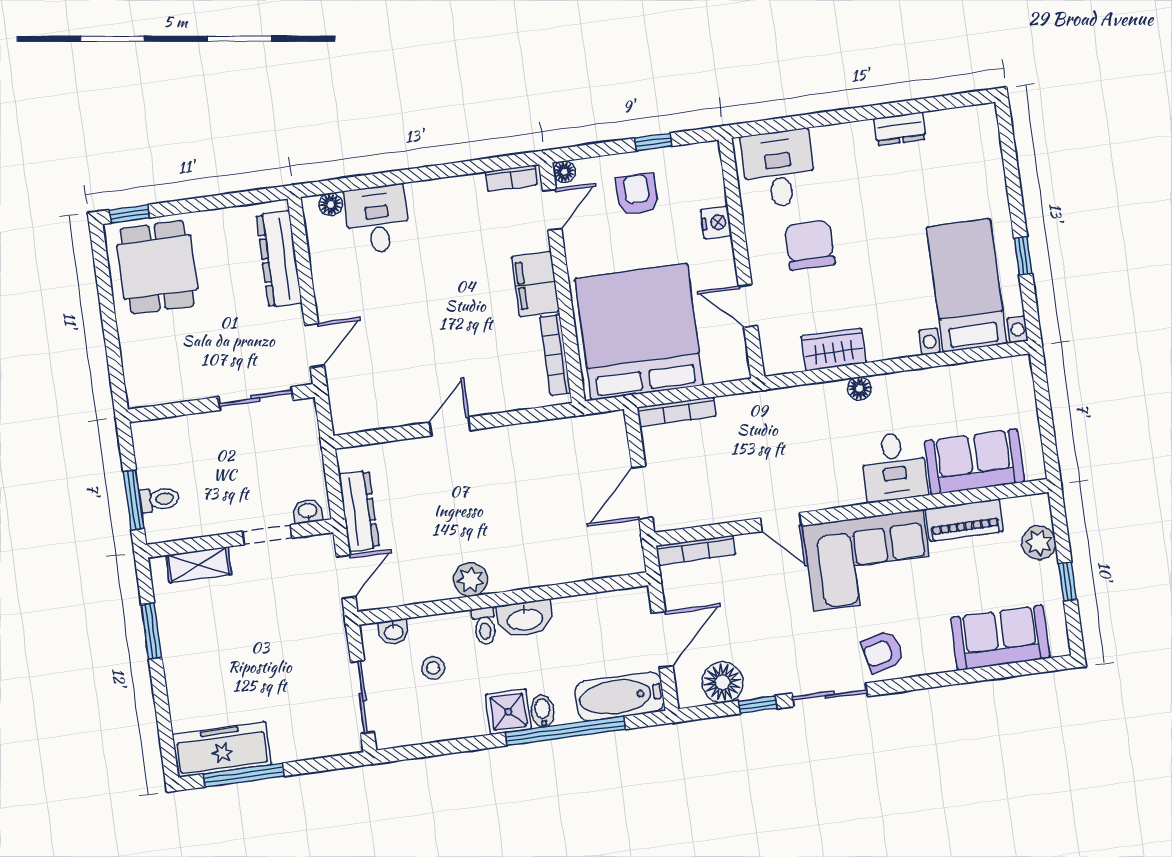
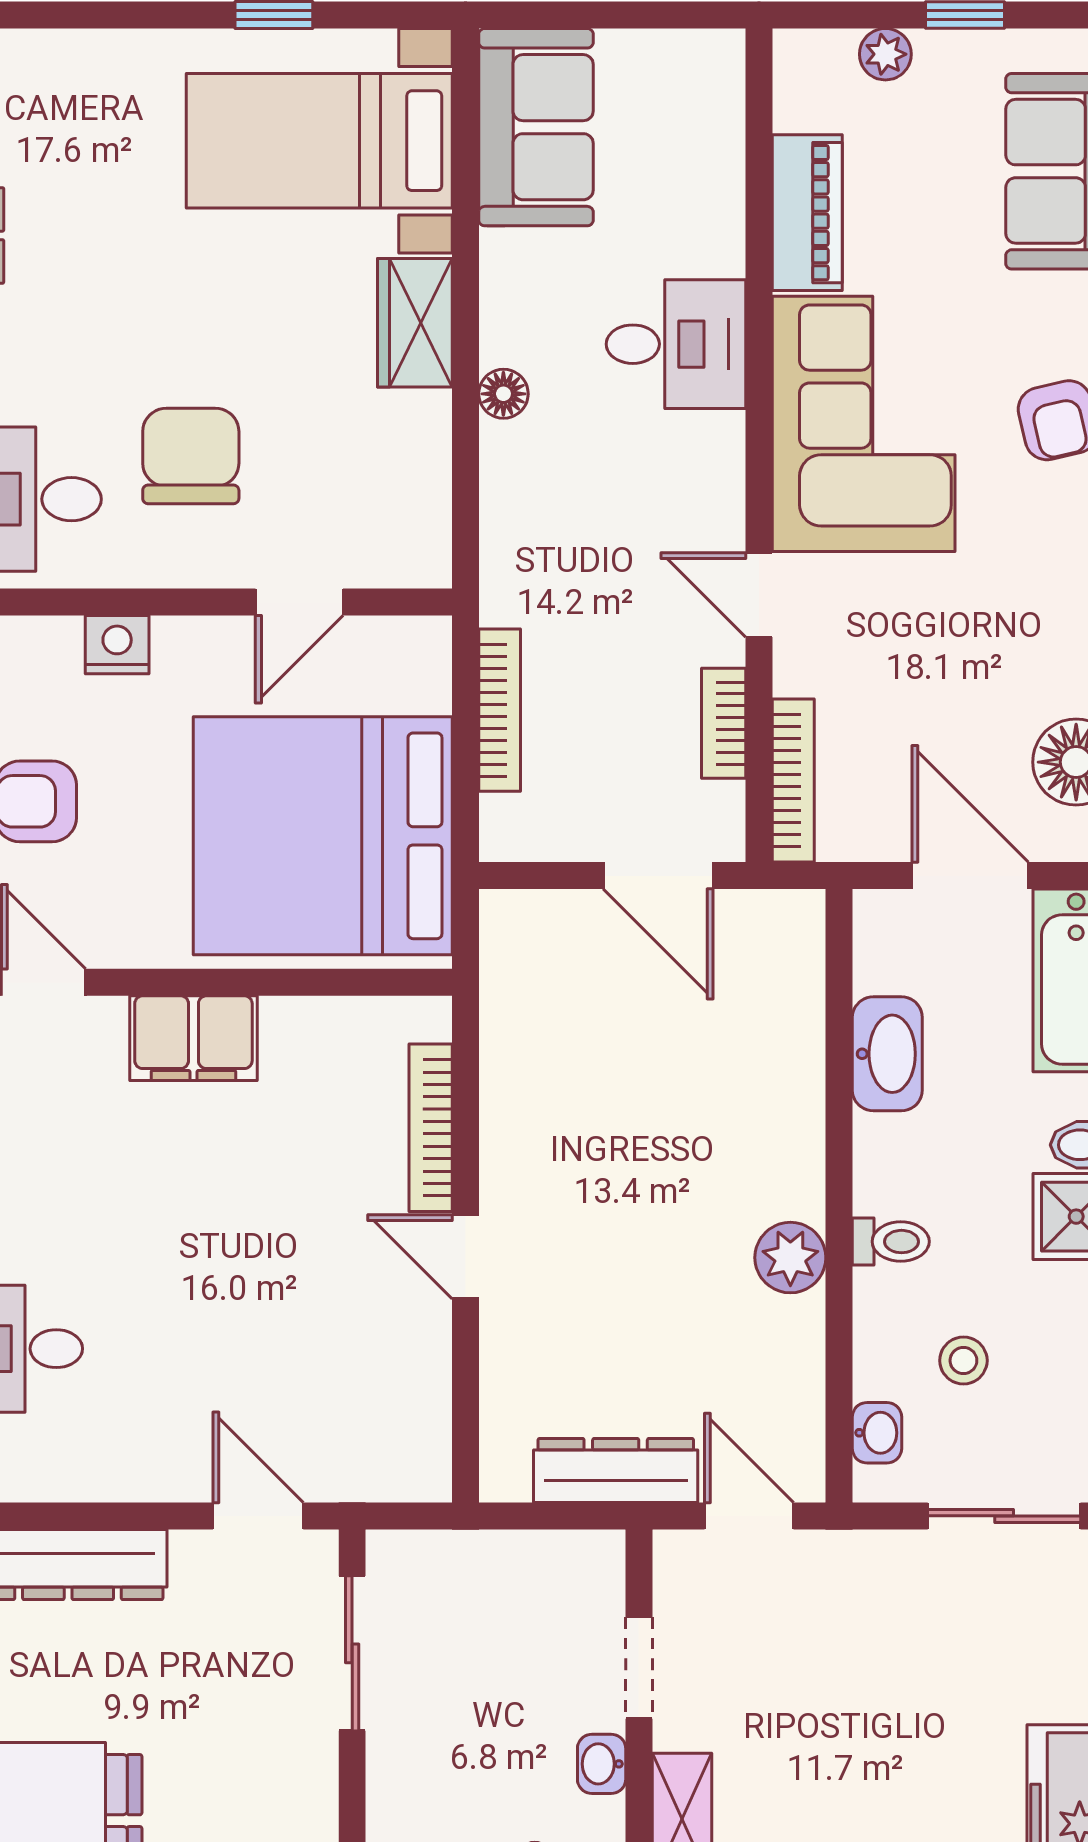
chair: (810, 245) -> (191, 456), turned 90
wardrobe: (834, 349) -> (415, 323), moved
bookcase: (555, 355) -> (431, 1128), moved, turned 90
bookcase: (676, 412) -> (500, 710), moved
sofa: (974, 462) -> (536, 127), moved, turned 180
washbasin: (308, 511) -> (602, 1764), moved
bookcase: (718, 514) -> (724, 723), added
door: (781, 522) -> (759, 595), swing flipped
plant: (1039, 543) -> (885, 54), width x0.73, depth x0.73
washbasin: (525, 619) -> (887, 1054), moved

